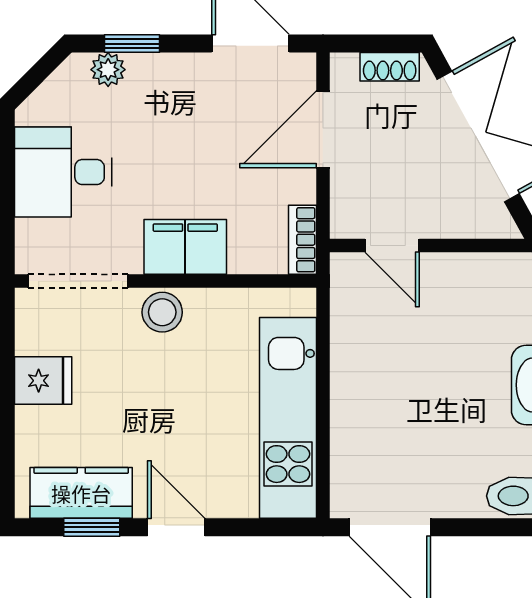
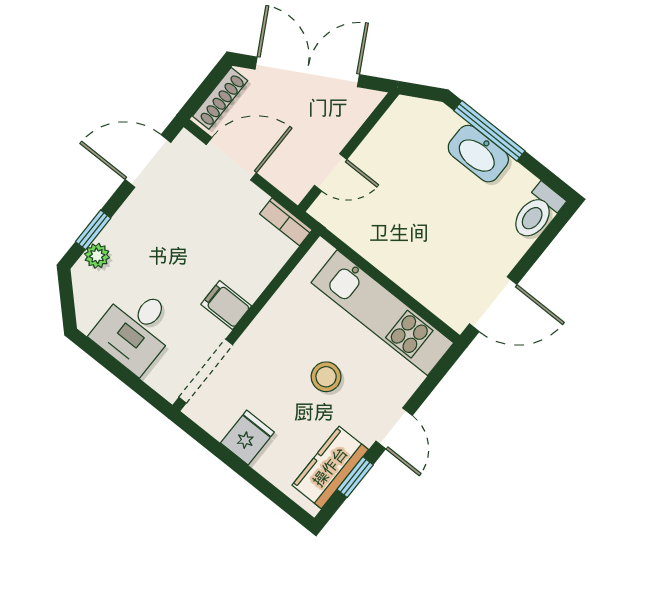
shoe rack: (390, 67) -> (220, 98), width x1.43
door: (323, 129) -> (231, 159), swing flipped
filing cabinet: (185, 247) -> (226, 305), width x0.50
stool: (162, 312) -> (326, 377), moved
door: (176, 527) -> (394, 428), swing flipped

